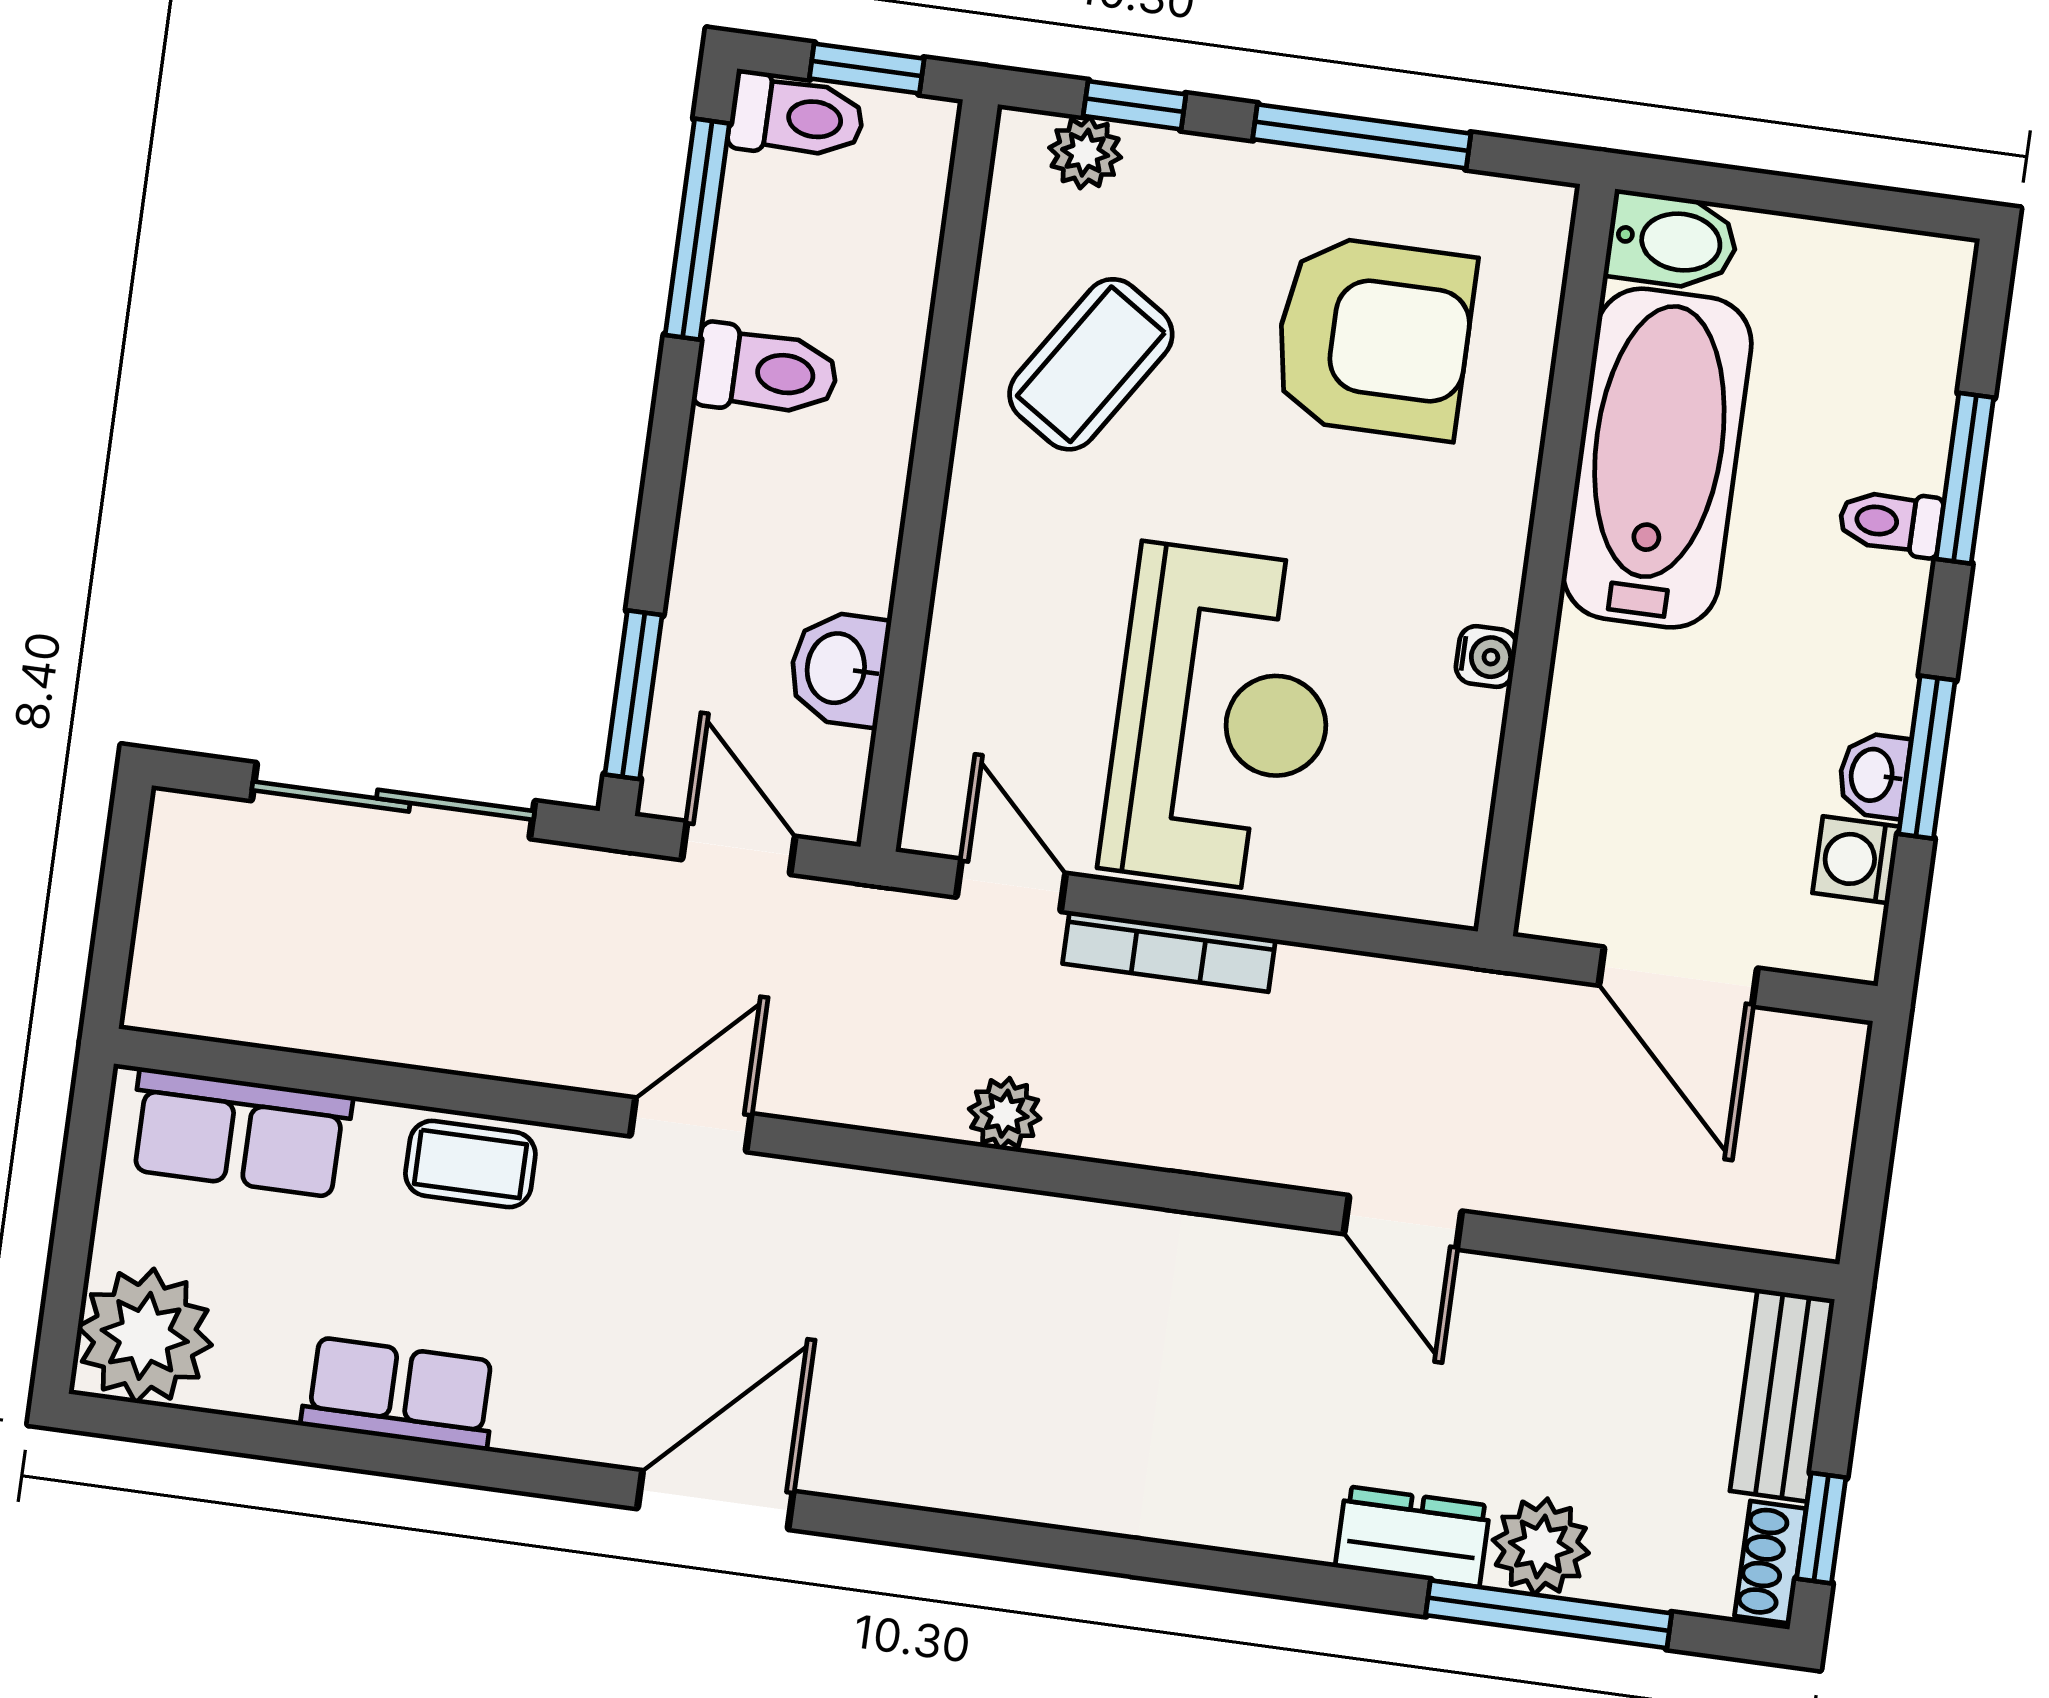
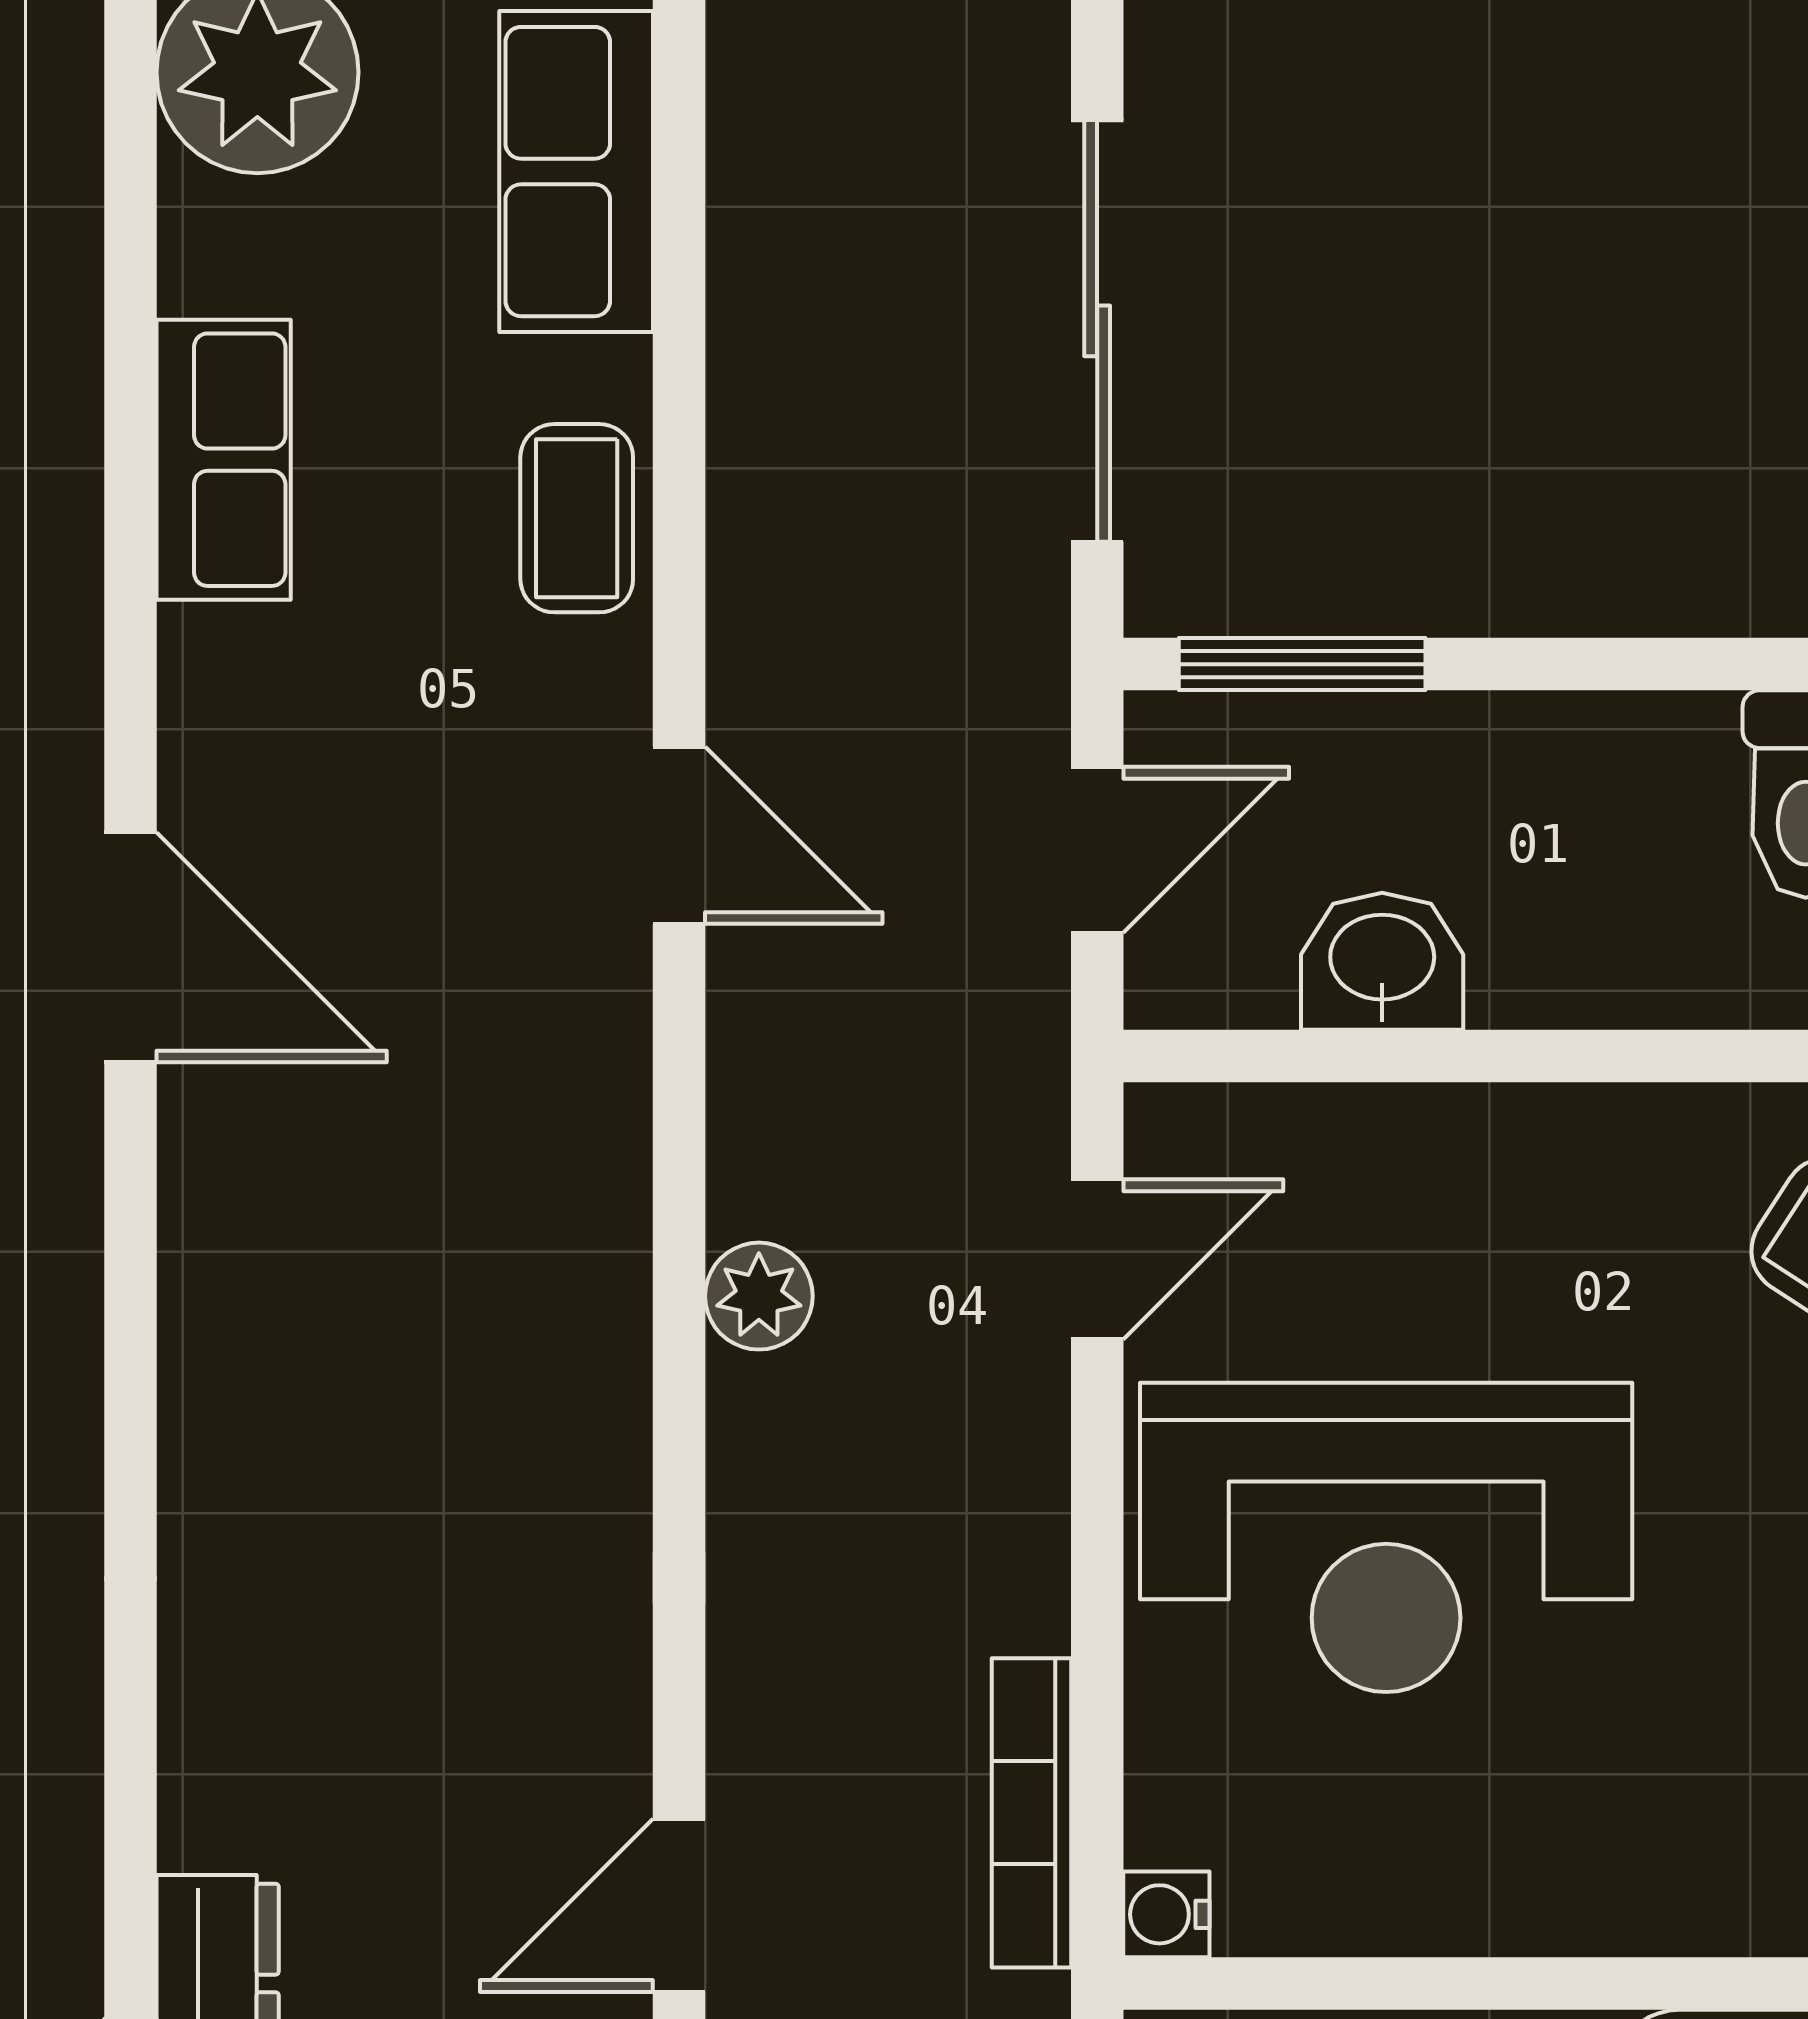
water cooler: (1486, 657) -> (1166, 1914), moved, turned 90
bookcase: (1169, 951) -> (1031, 1813), moved

